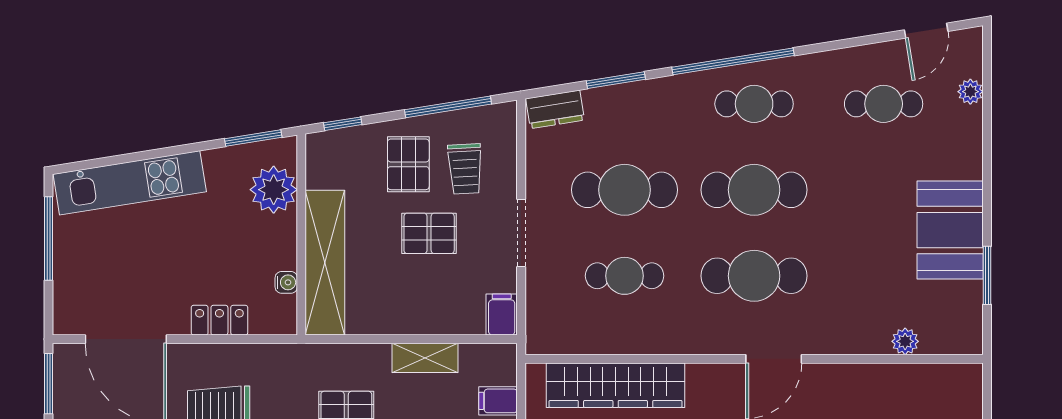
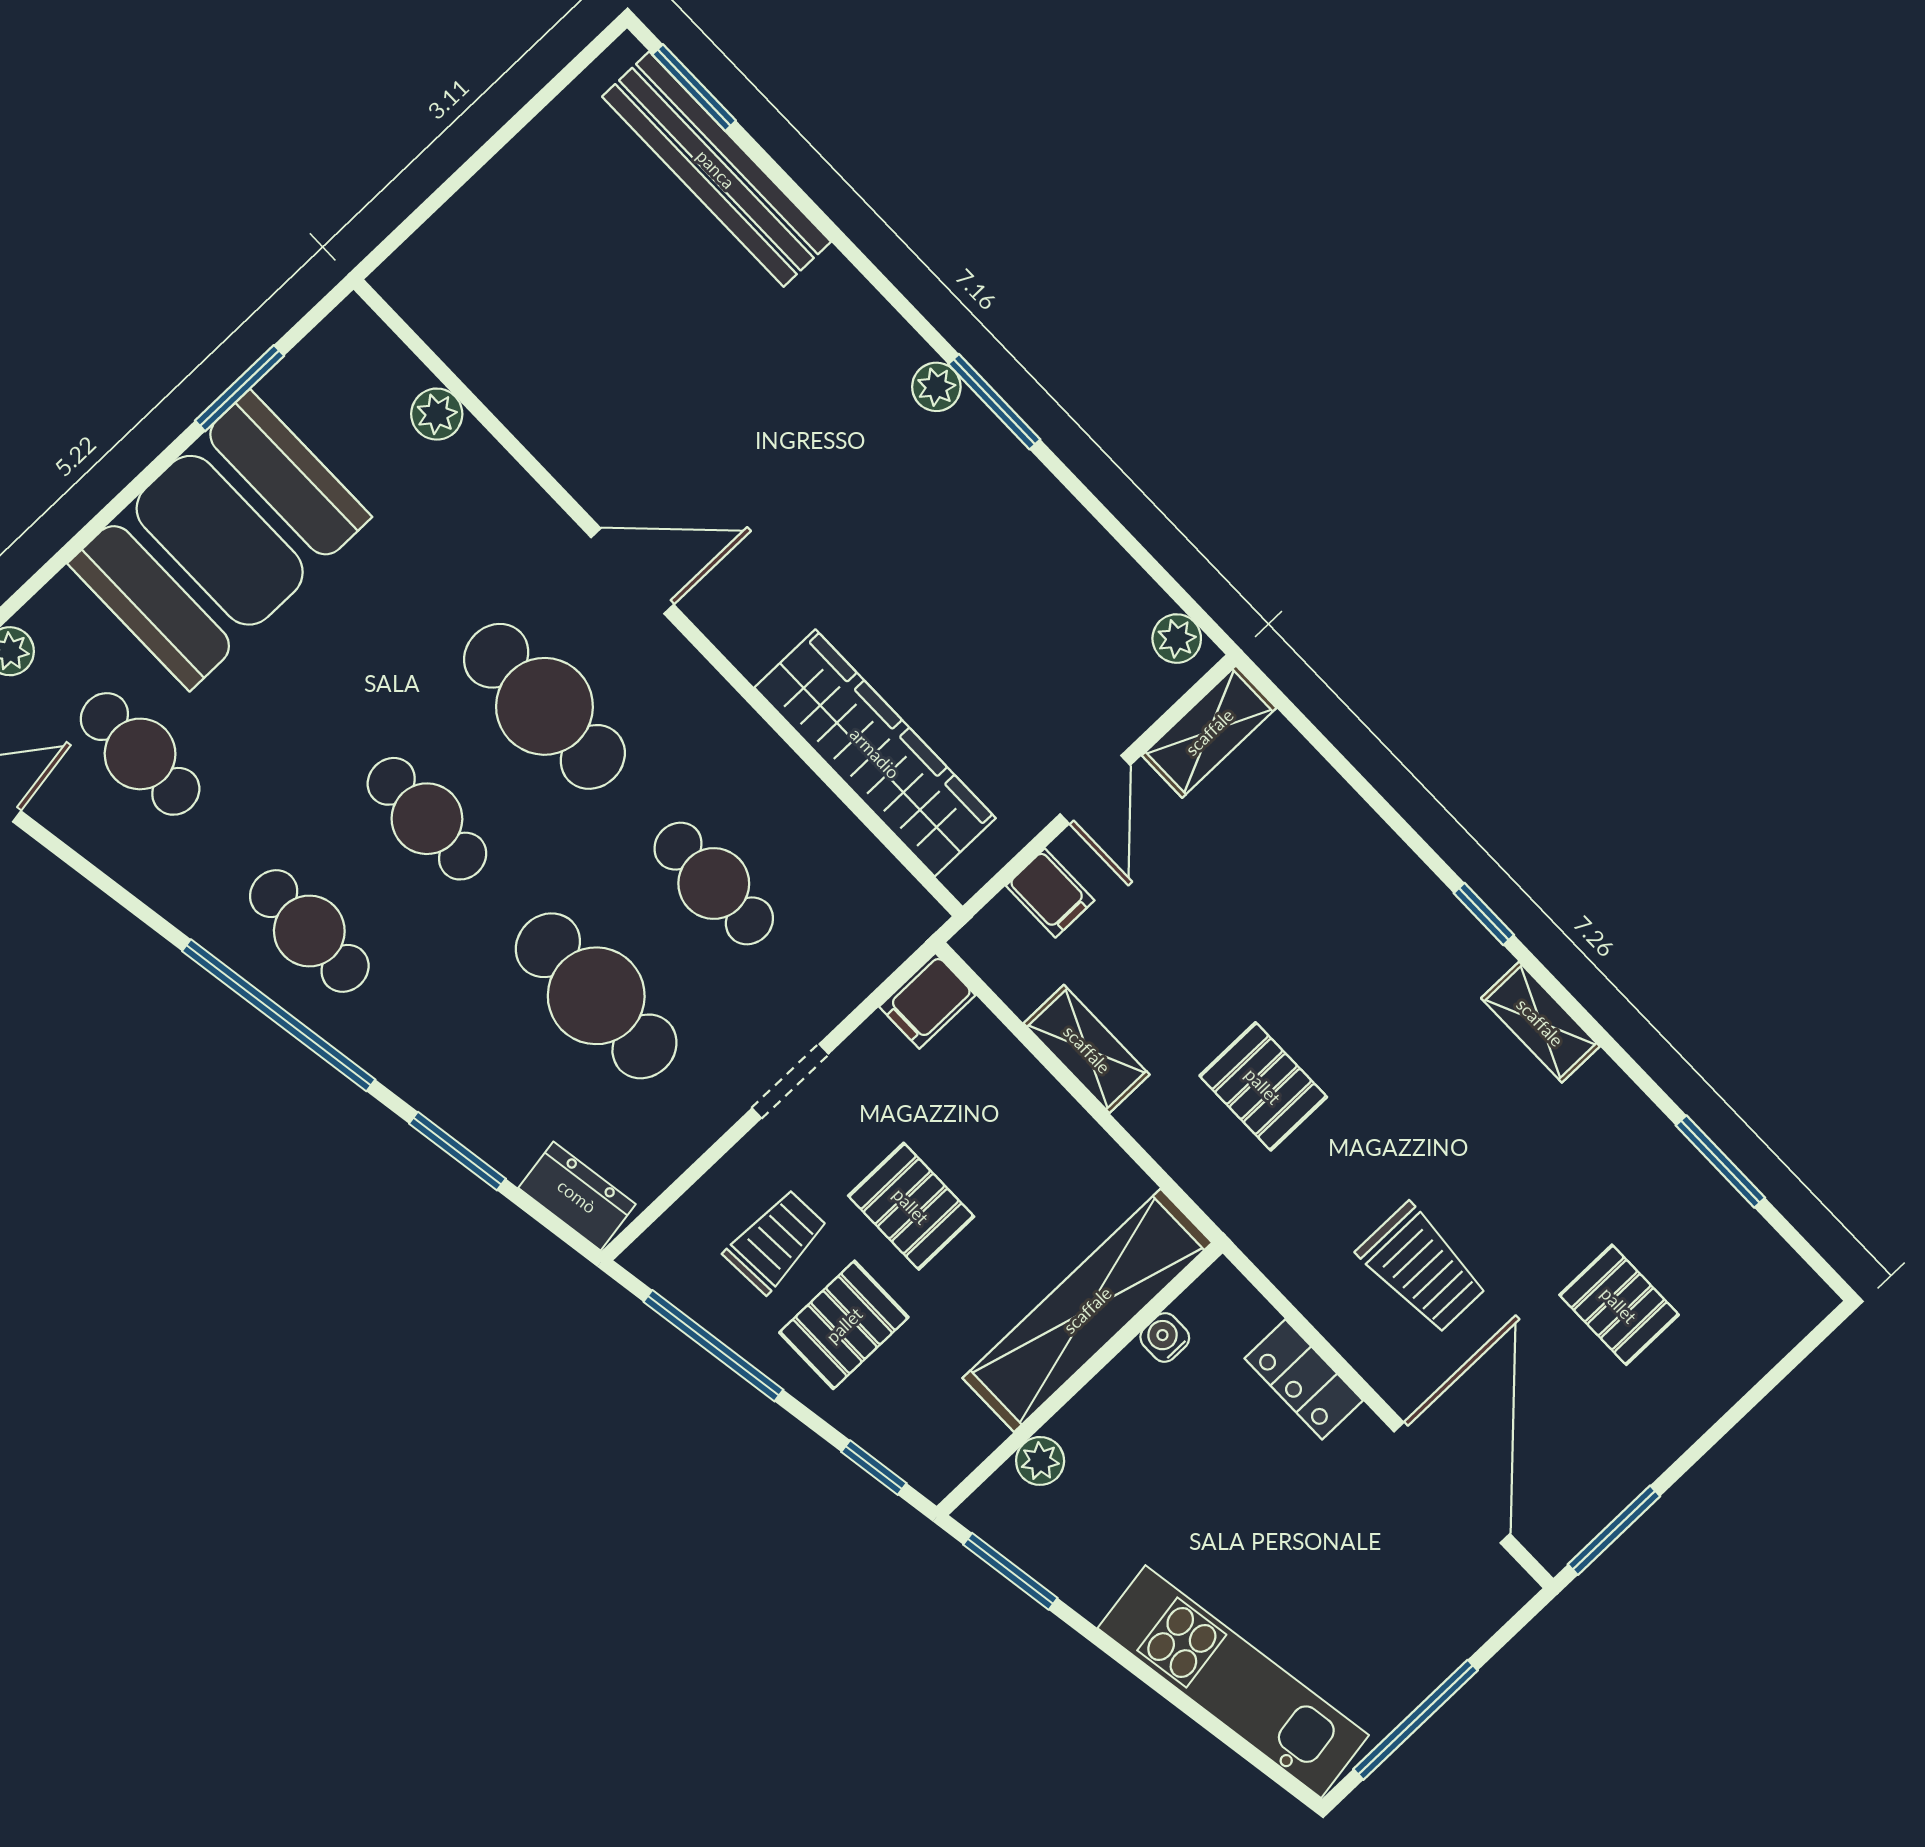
plant: (274, 190) -> (1040, 1461), width x0.53, depth x0.53
cafe table: (754, 190) -> (427, 819), width x0.73, depth x0.74
booth: (950, 230) -> (220, 540), width x1.36, depth x1.42
doorway: (521, 233) -> (790, 1081), width x0.73

